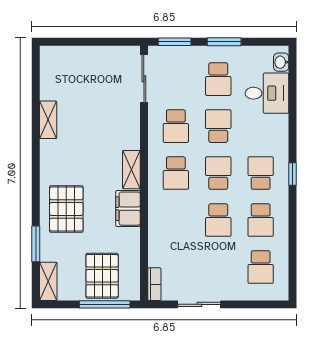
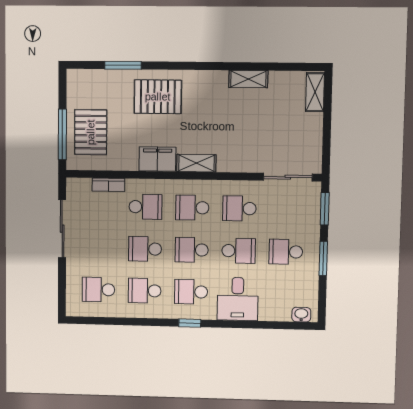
desk: (267, 93) -> (238, 299), moved
school desk: (218, 173) -> (192, 250), turned 180
school desk: (261, 173) -> (191, 292), turned 180
school desk: (176, 220) -> (145, 207), added
pallet: (102, 276) -> (91, 132), turned 90
shelving: (48, 281) -> (315, 92), moved, turned 90
bookcase: (154, 284) -> (108, 185), moved
sliding door: (199, 304) -> (62, 229), width x1.37

